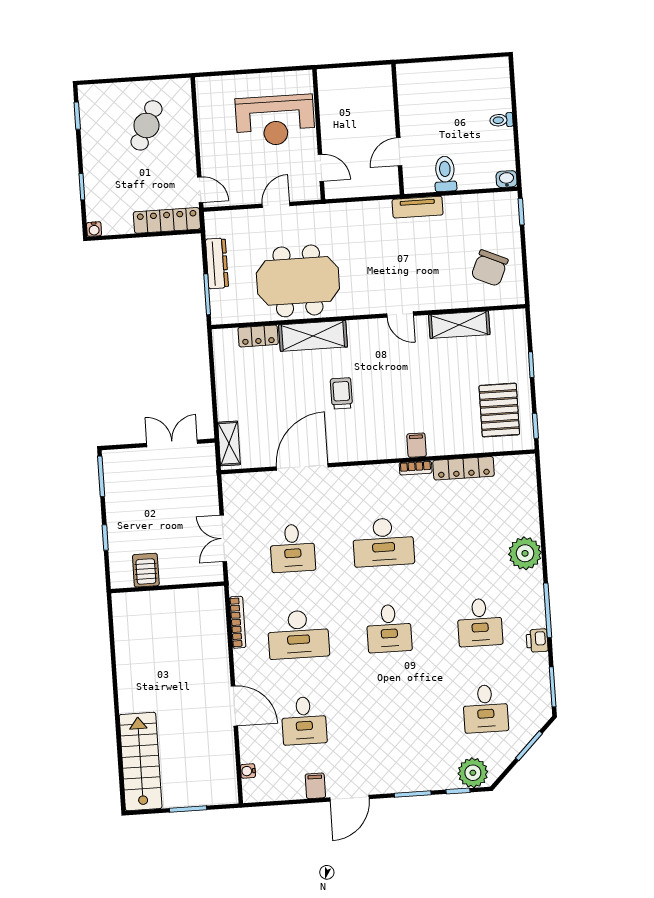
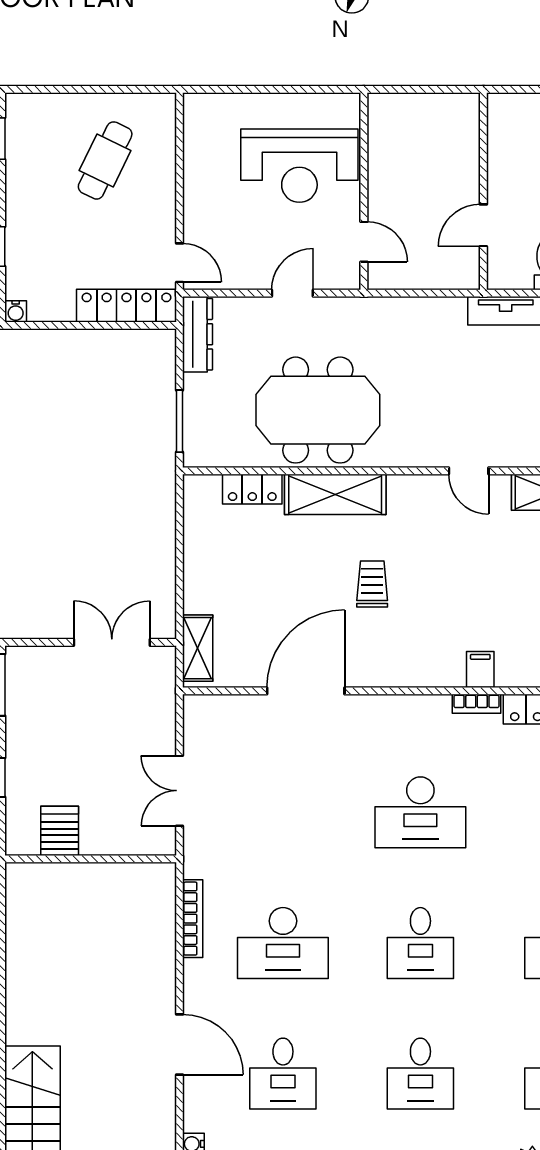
dresser: (217, 263) -> (198, 334), moved
desk: (293, 548) -> (420, 1074), moved

